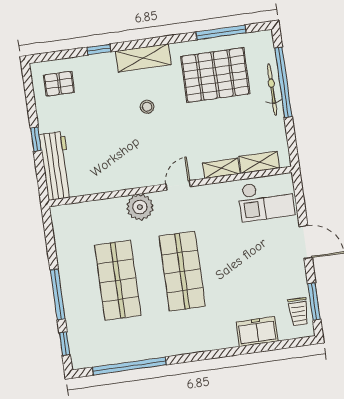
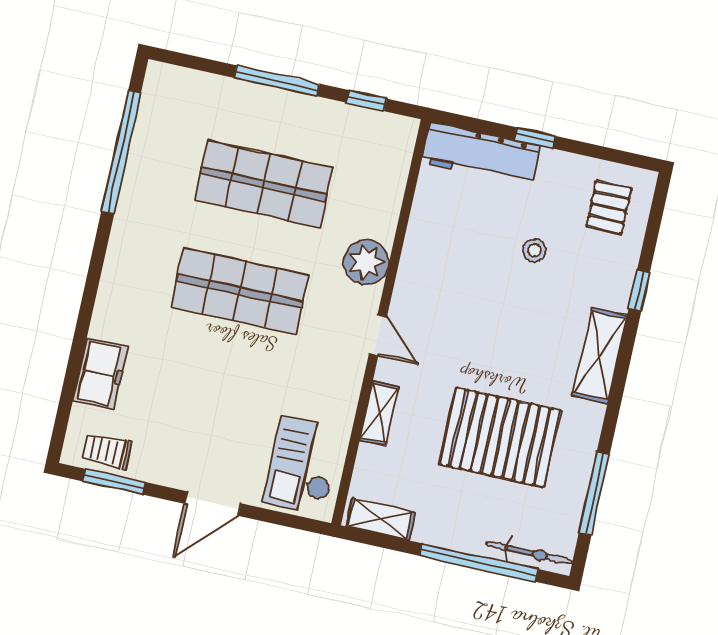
pallet: (215, 75) -> (500, 437), moved, turned 90
bicycle: (272, 89) -> (529, 553), moved
stool: (147, 107) -> (534, 250), moved
shelving: (259, 162) -> (381, 519), moved, turned 90
window: (65, 344) -> (366, 101), moved

